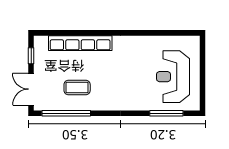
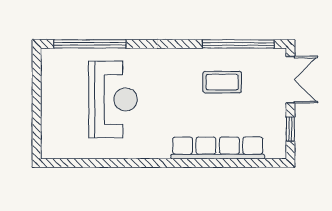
reception desk: (173, 77) -> (113, 99), moved
window: (166, 113) -> (90, 44), width x1.46

